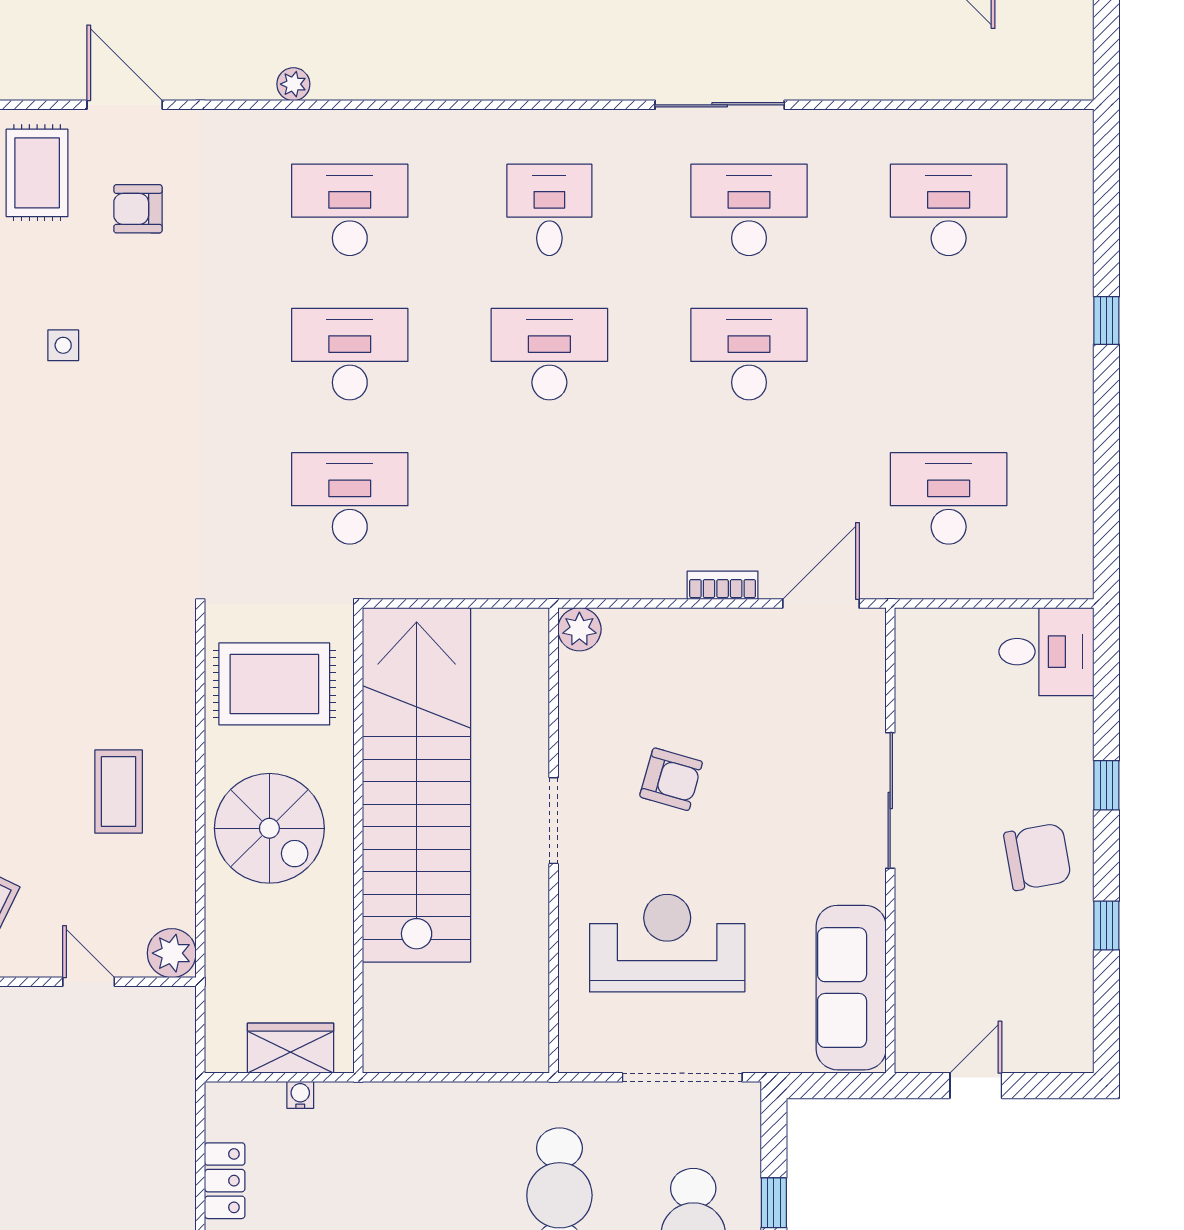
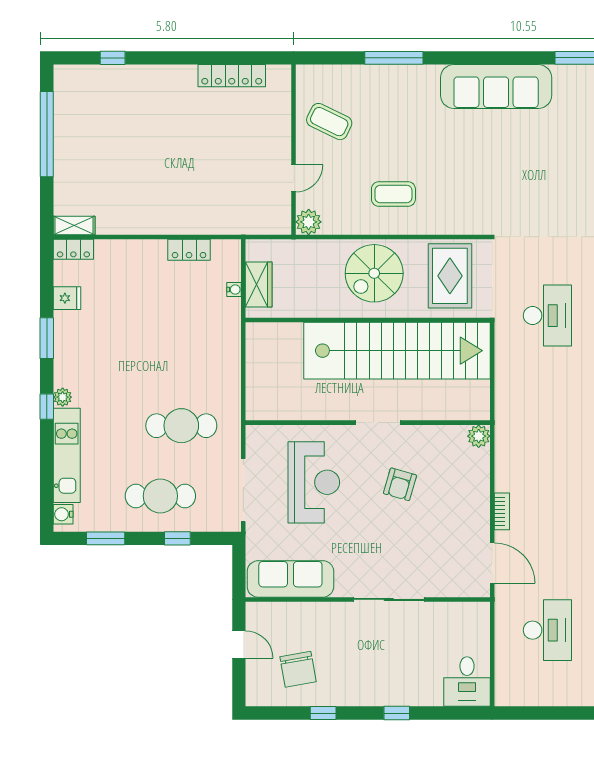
chair: (1038, 857) -> (298, 669), moved

